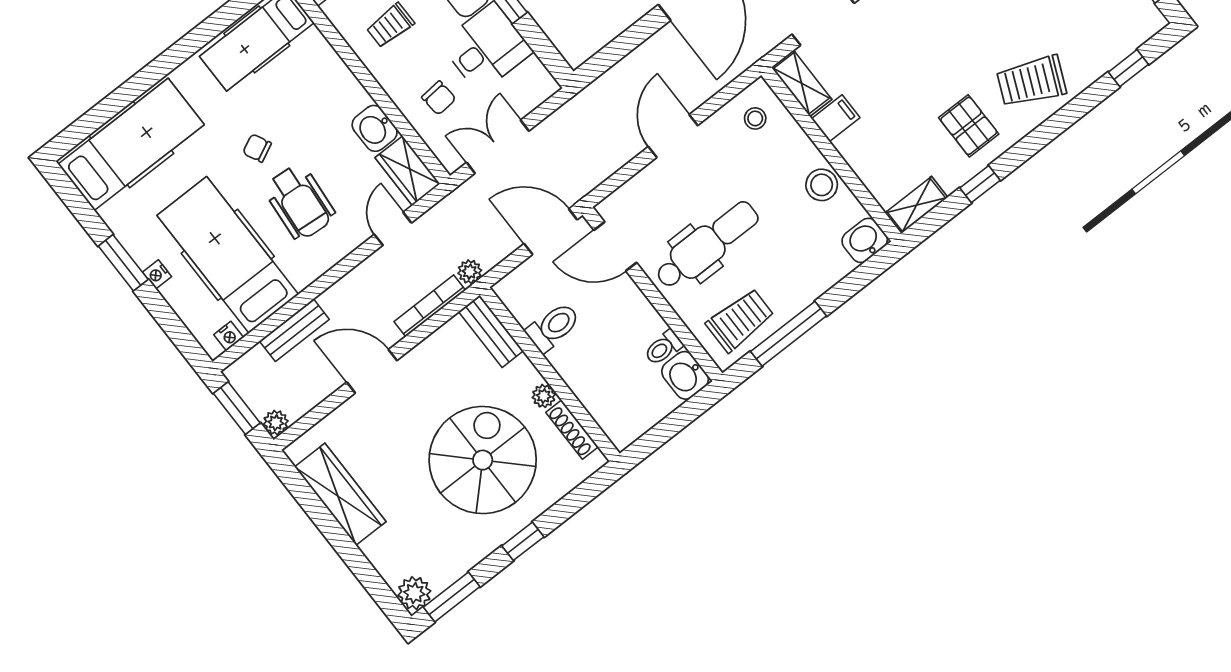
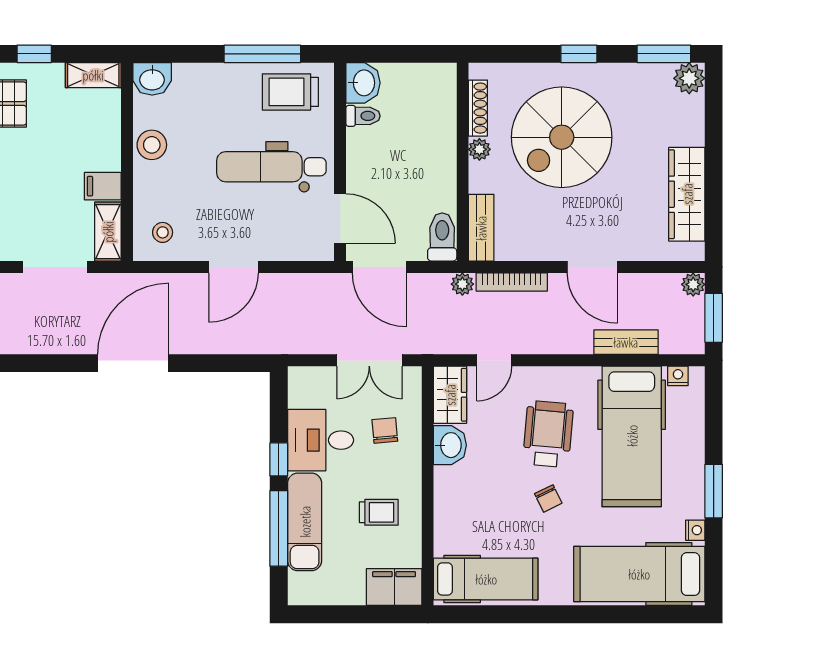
nightstand: (157, 274) -> (695, 530), moved
toilet: (553, 327) -> (442, 237), moved, turned 90

